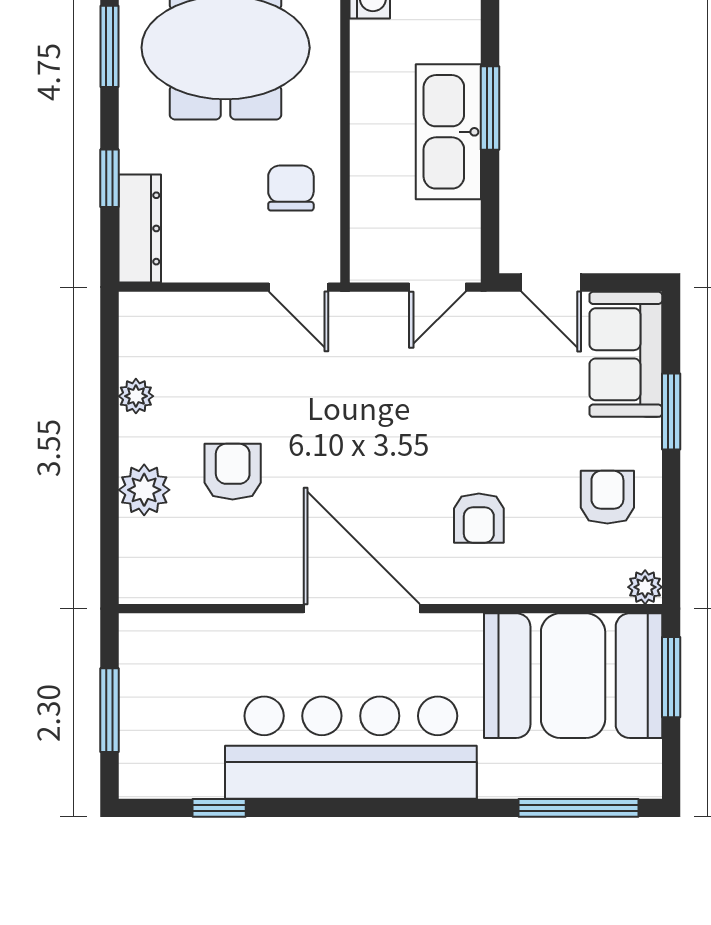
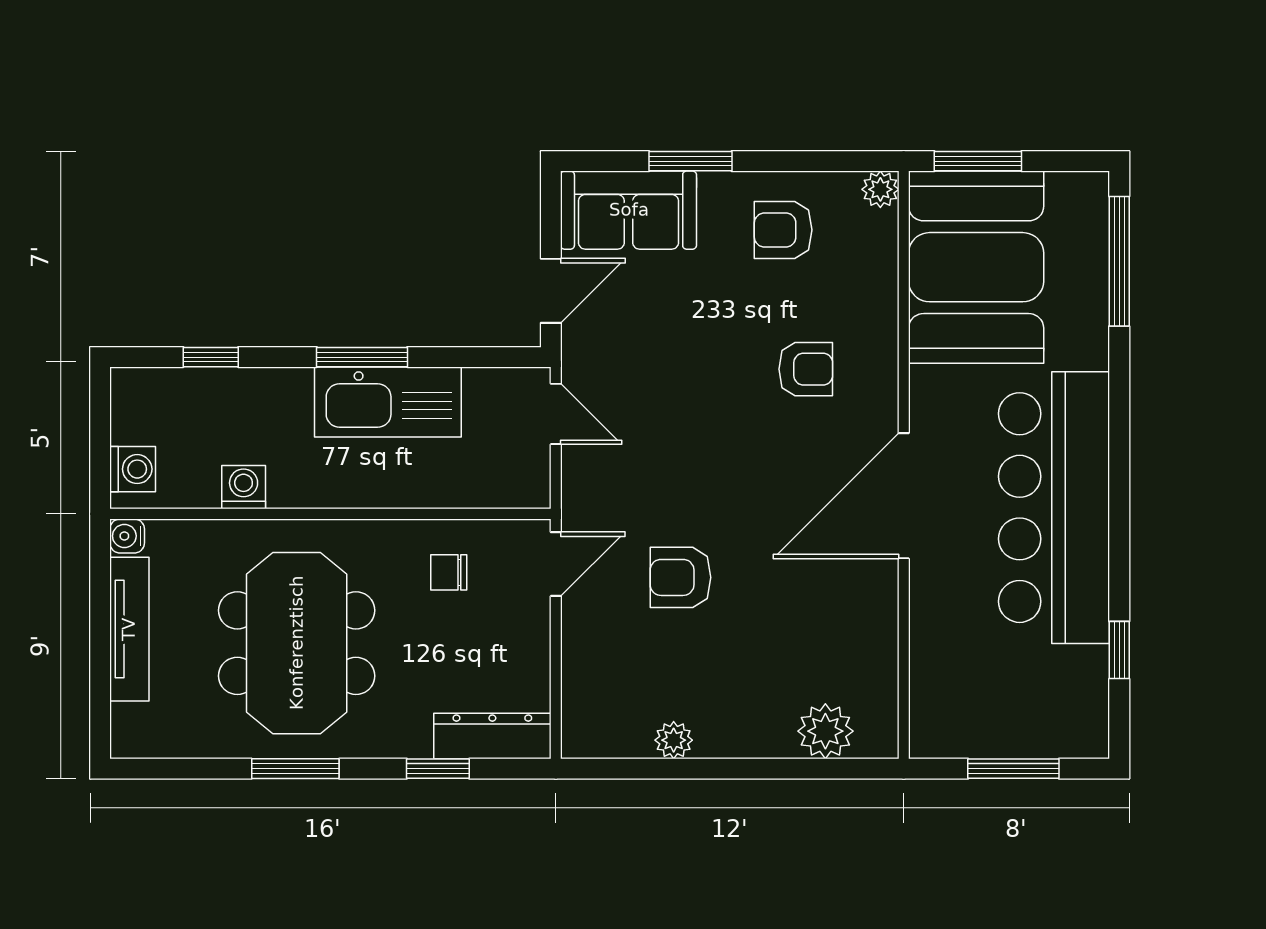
chair: (291, 188) -> (449, 572), width x0.73, depth x0.73
armchair: (233, 472) -> (681, 577), moved
plant: (144, 490) -> (825, 731), moved

